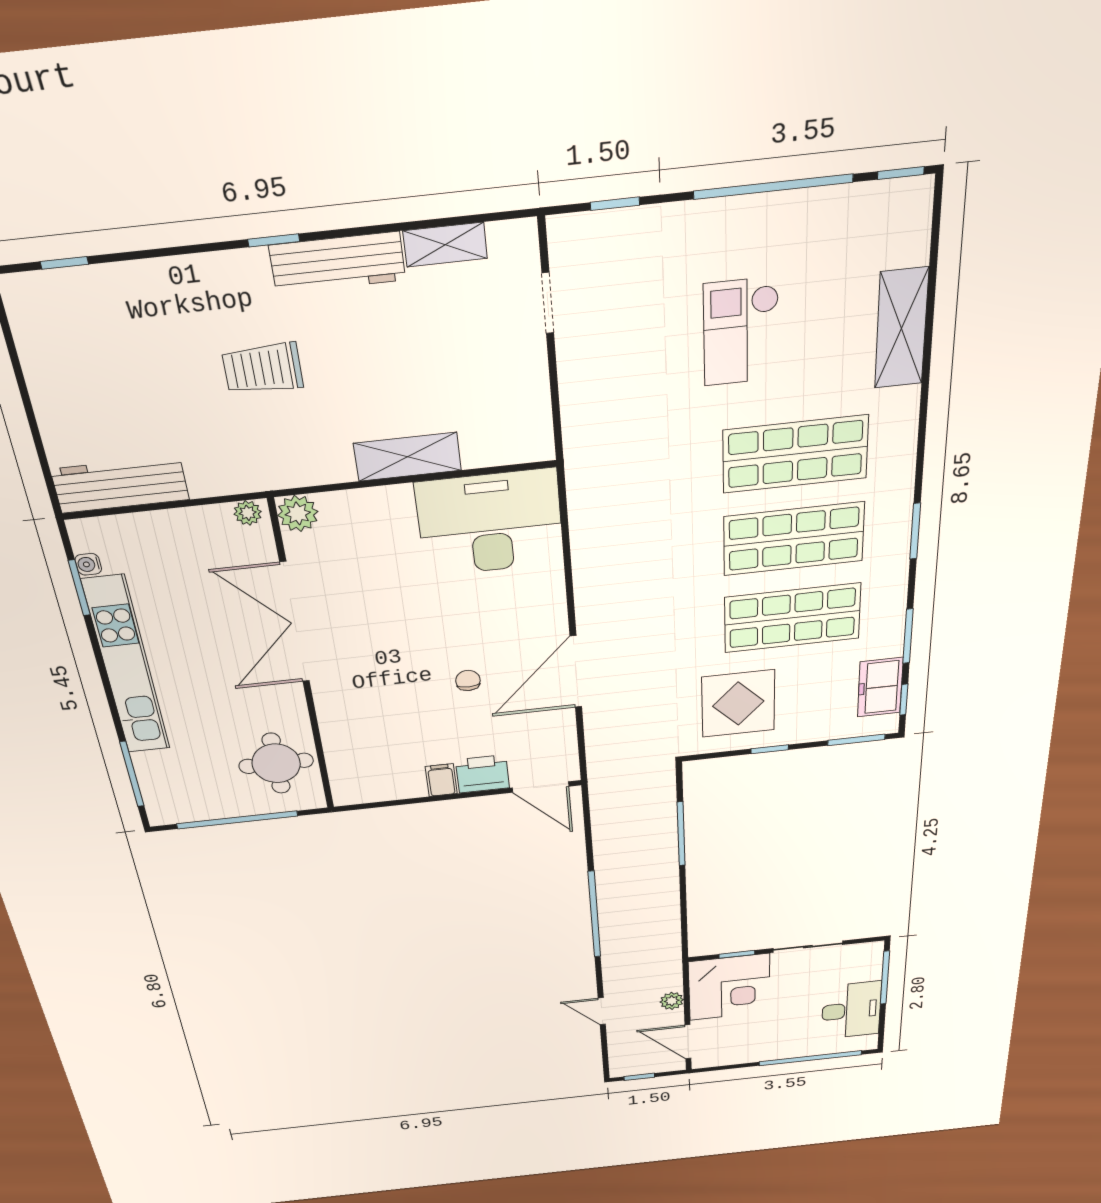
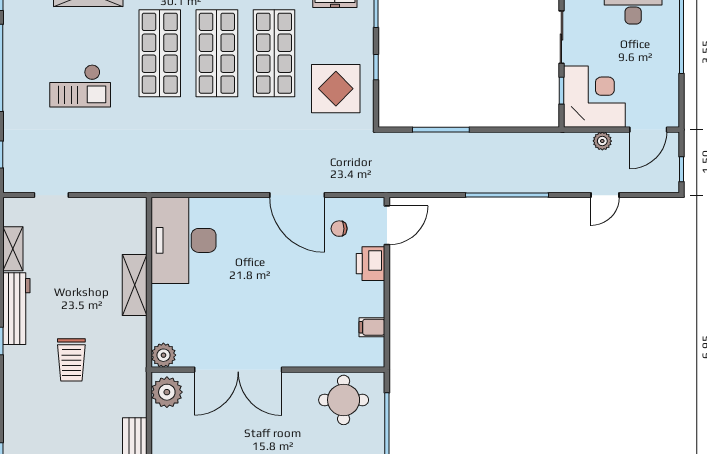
plant: (248, 513) -> (167, 392), width x1.87, depth x1.87
chair: (468, 680) -> (339, 229), moved
filing cabinet: (441, 780) -> (372, 327), moved

